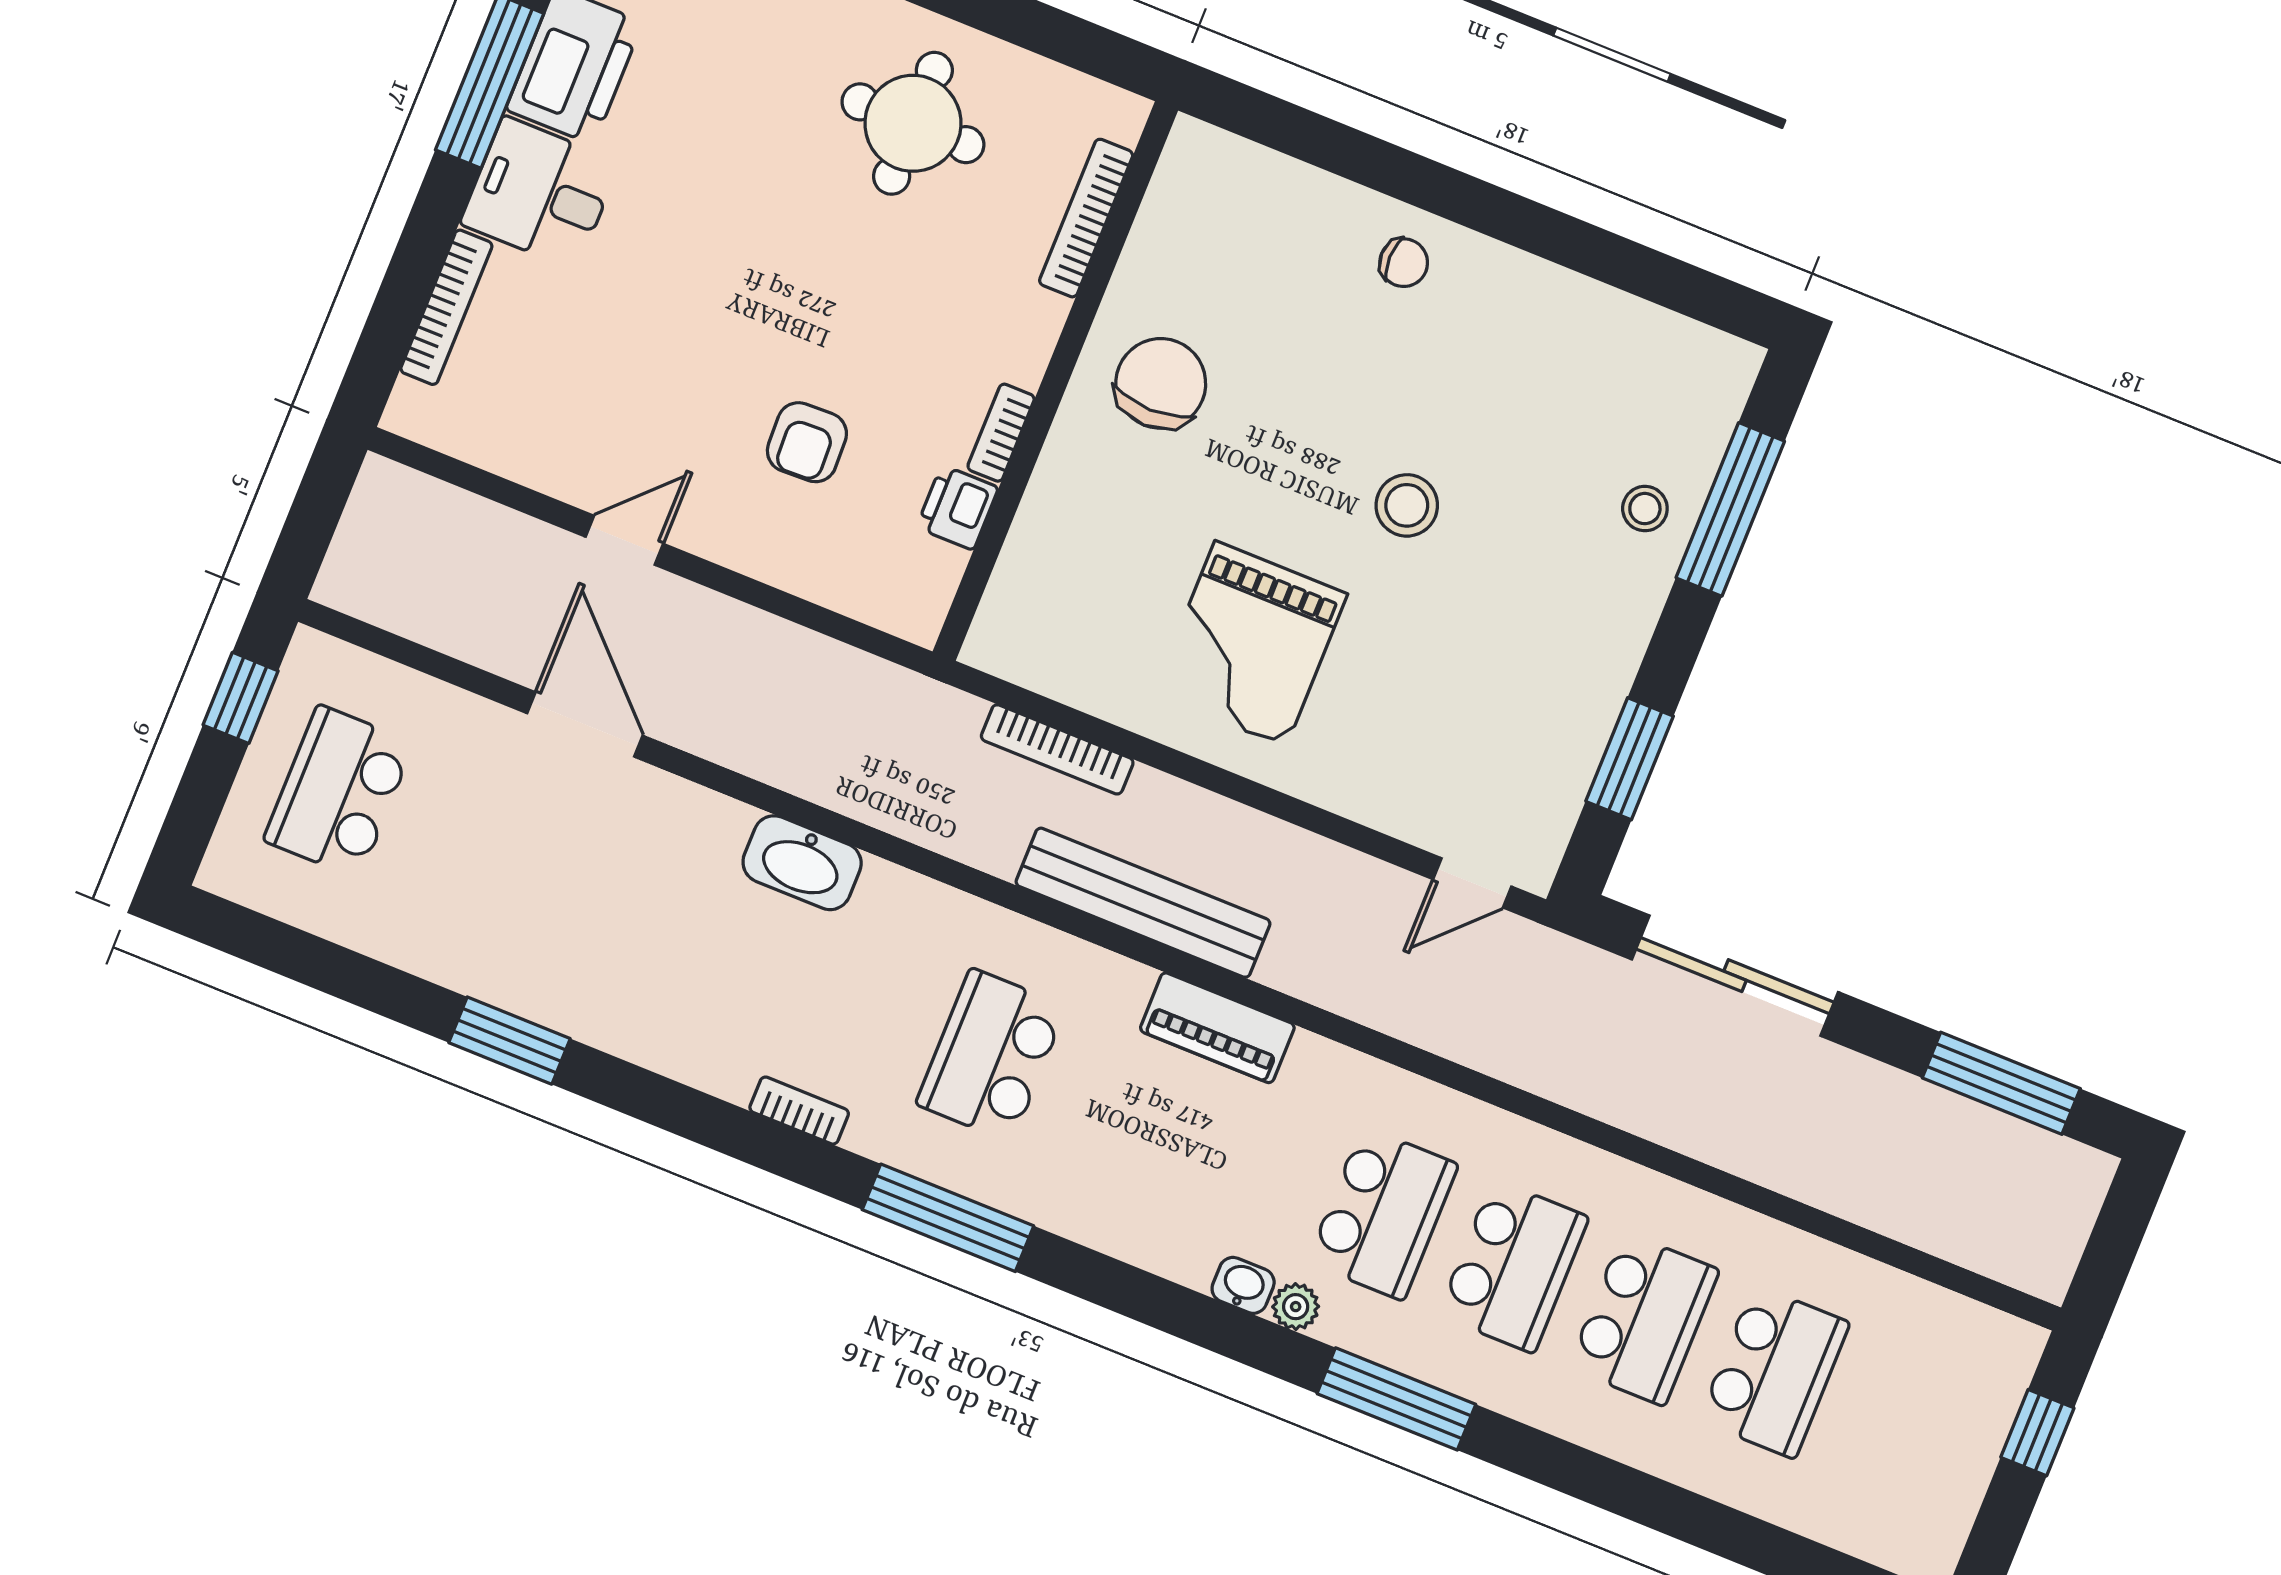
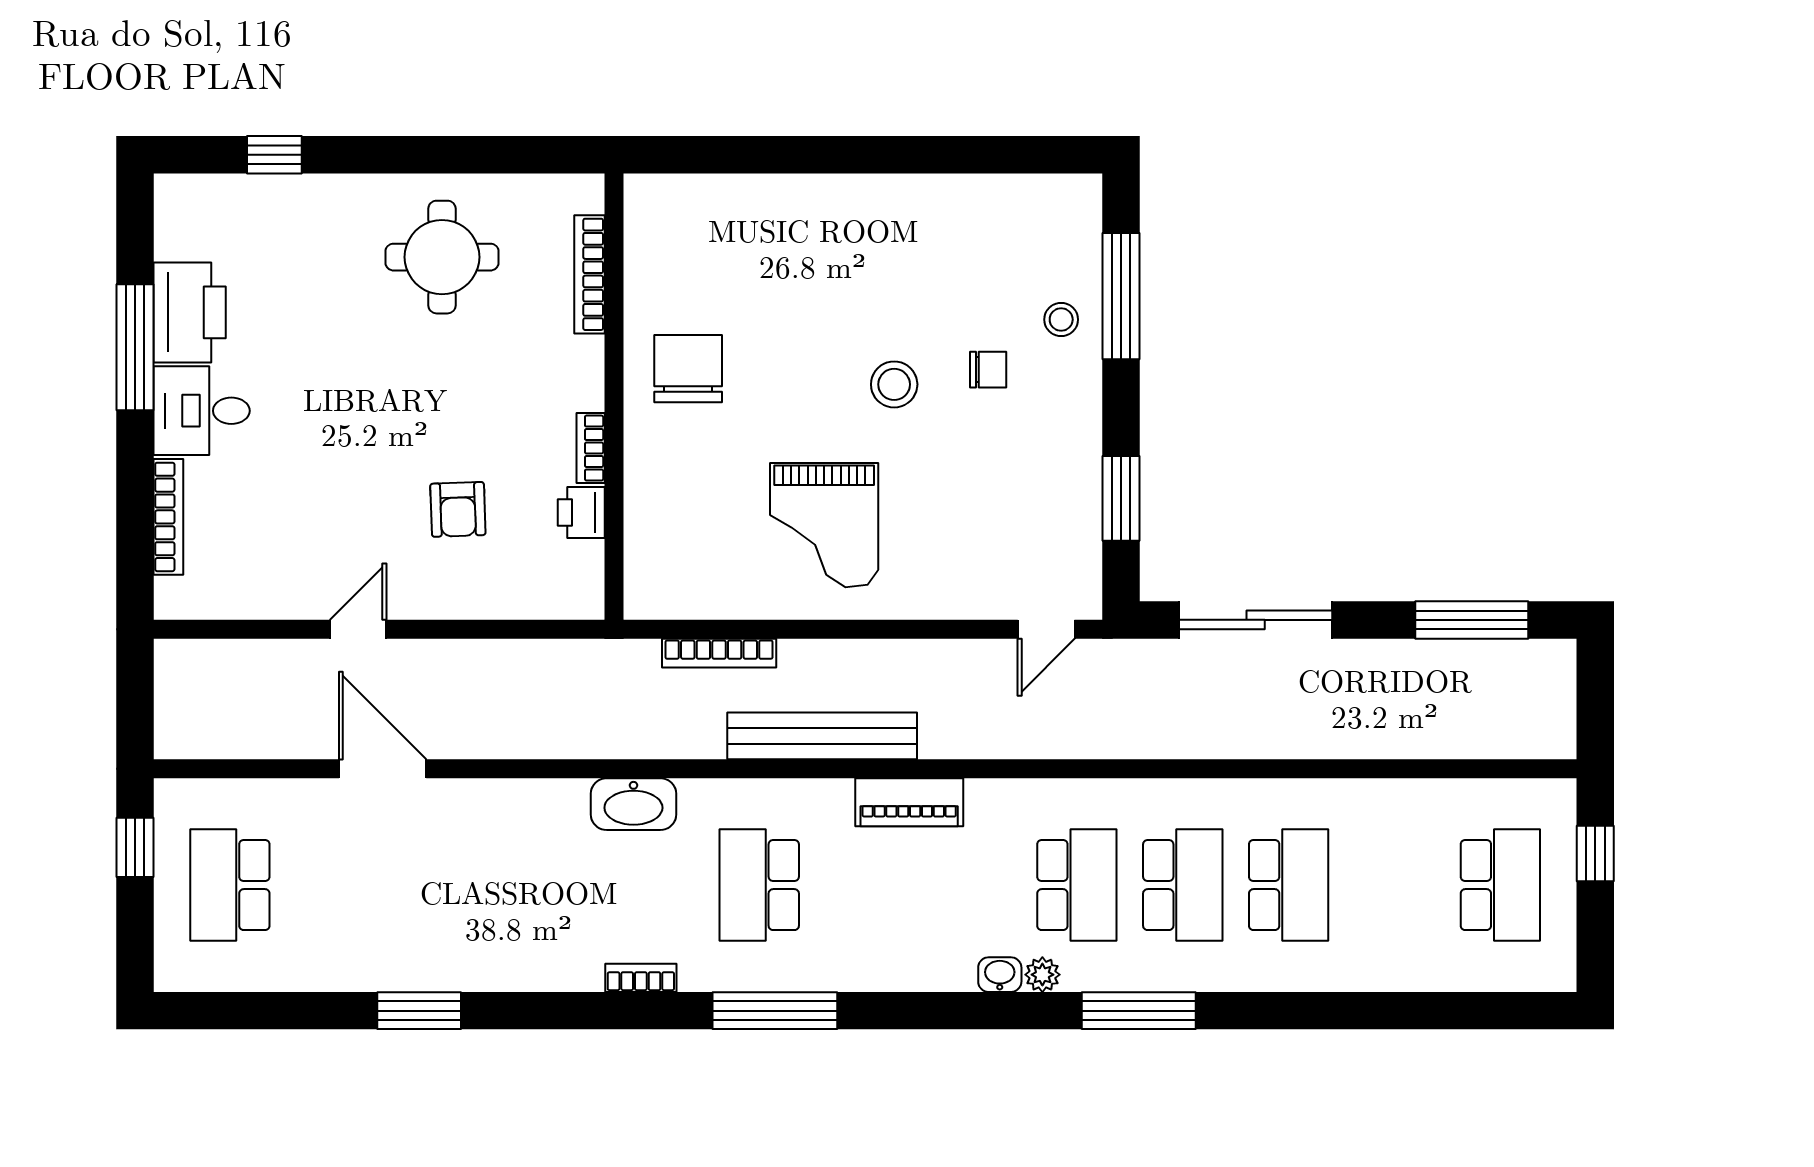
chair: (1404, 263) -> (988, 370), moved
washbasin: (802, 863) -> (633, 804), moved
school desk: (1774, 1372) -> (1500, 885), moved

